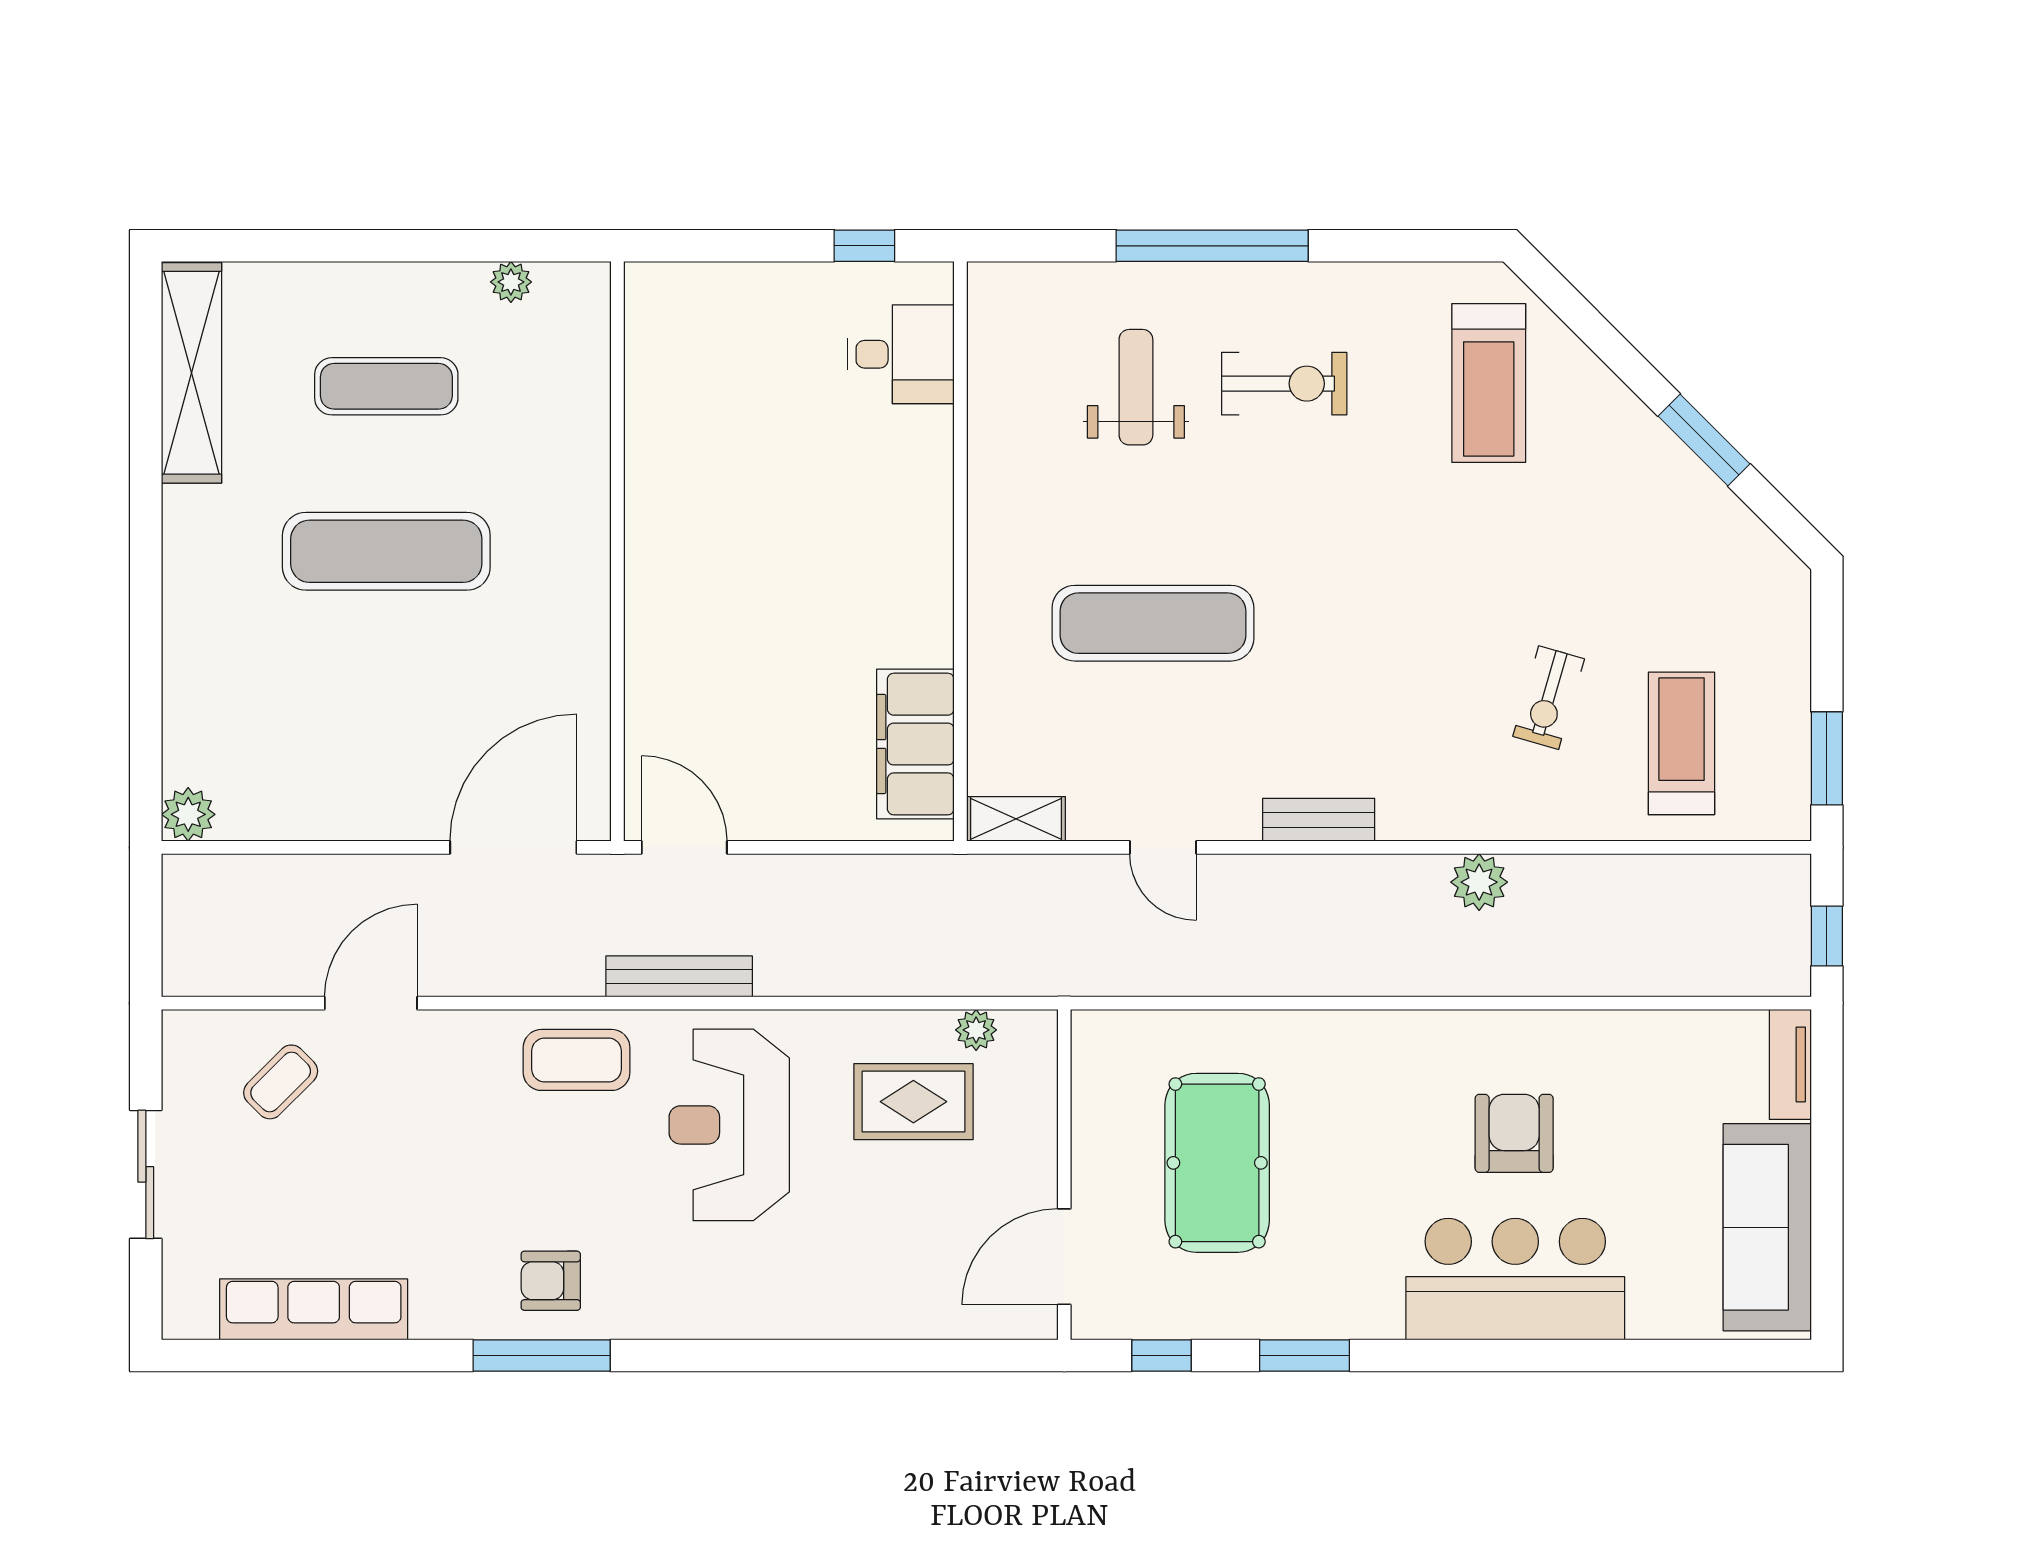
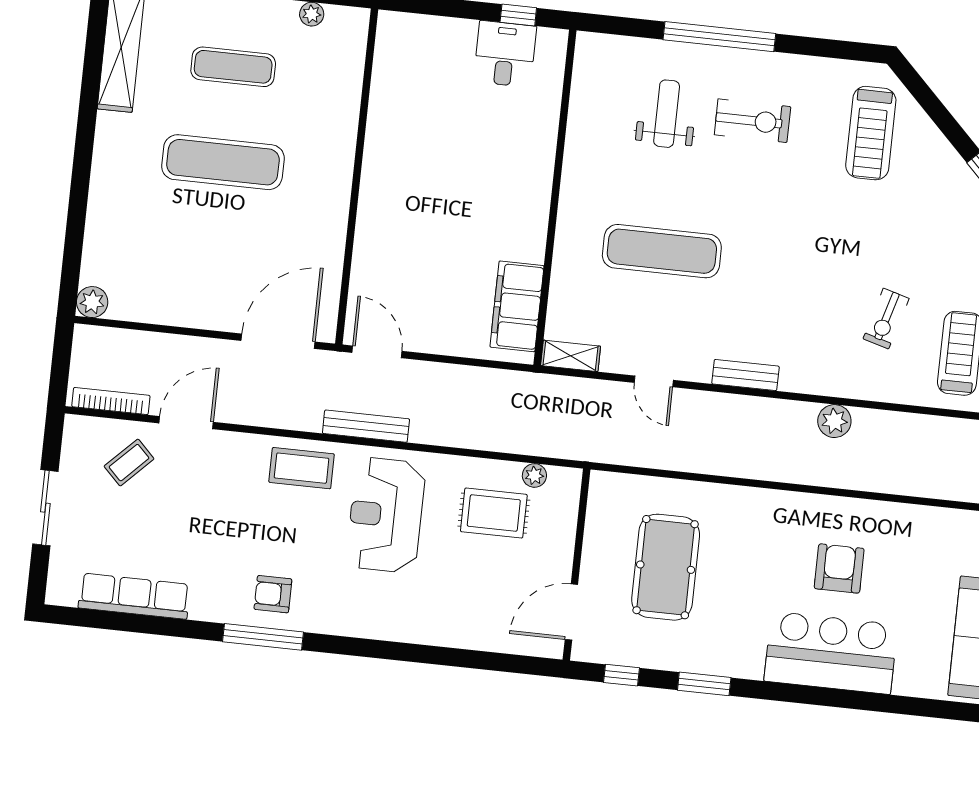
desk: (901, 354) -> (505, 54), moved, turned -90
bookcase: (238, 980) -> (111, 401), added

